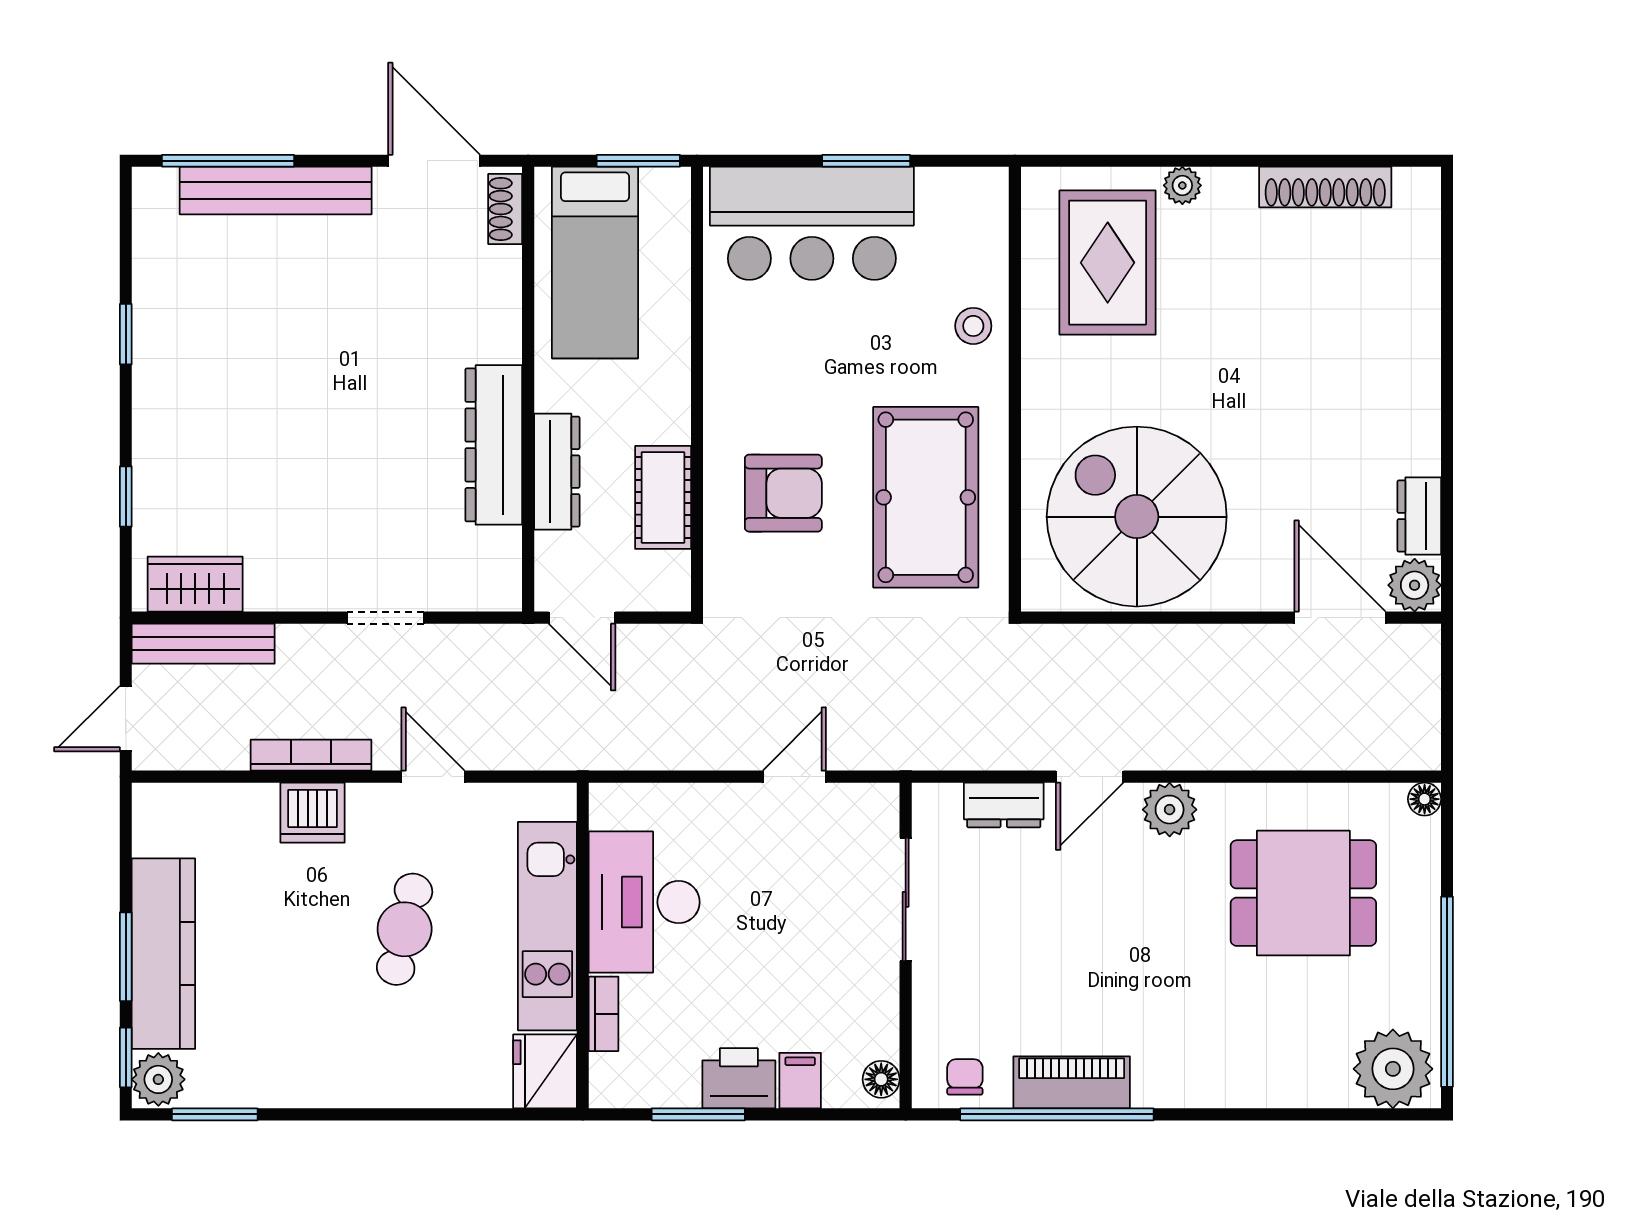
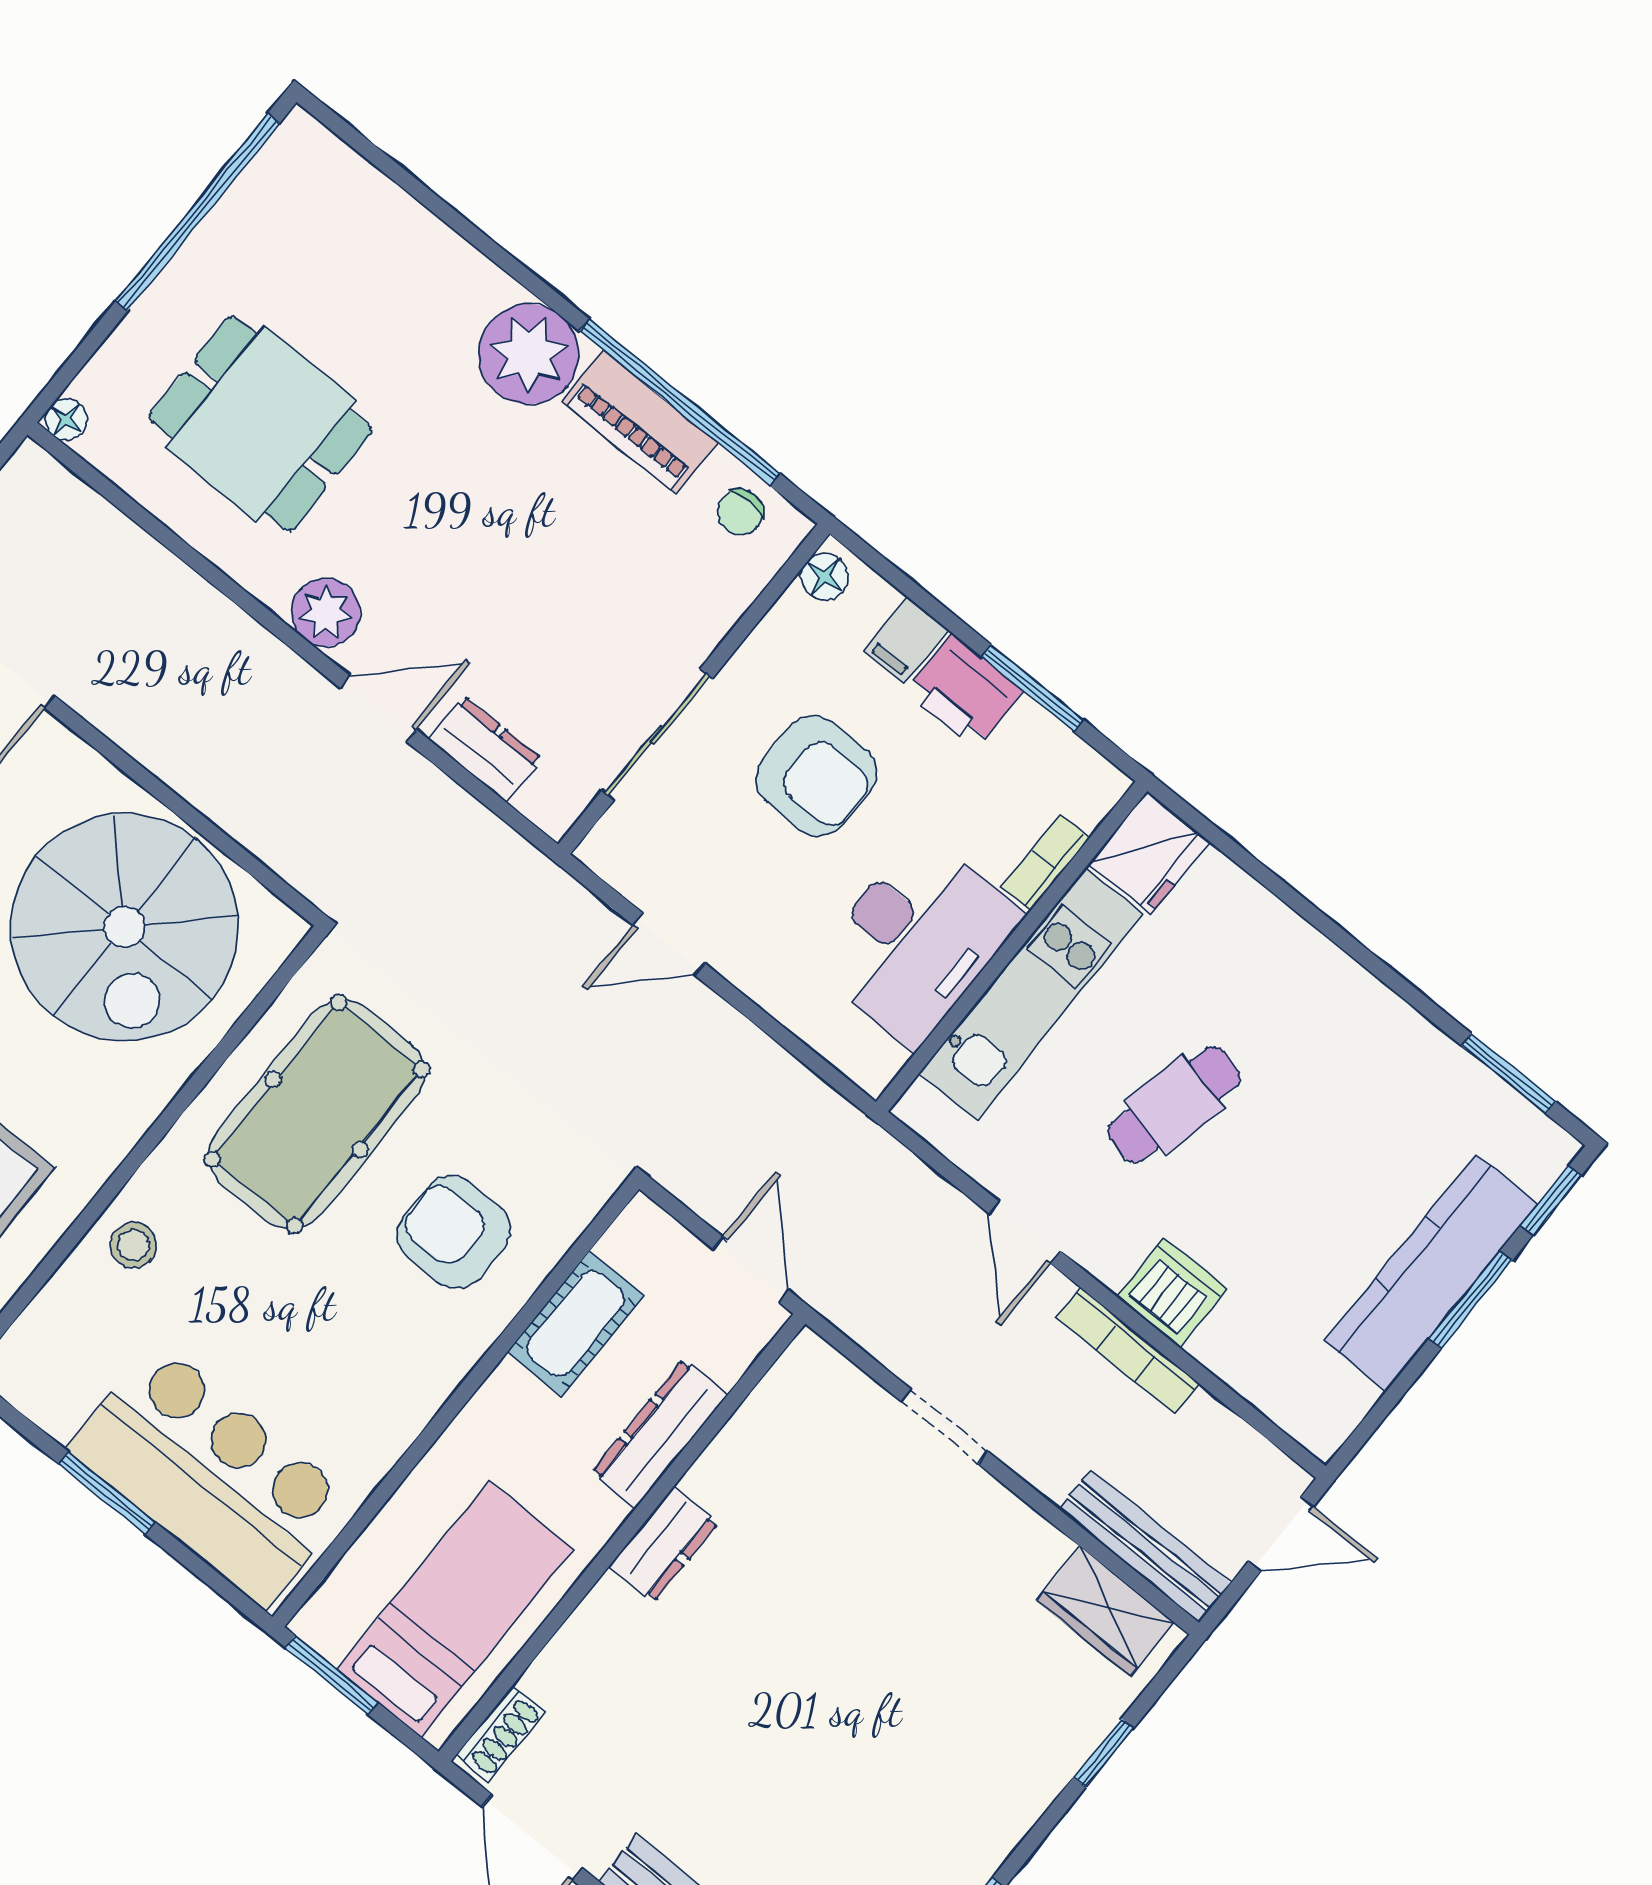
dresser: (494, 445) -> (664, 1544), width x0.51, depth x0.80
armchair: (788, 953) -> (816, 776), added
plant: (1393, 1069) -> (528, 354), moved
plant: (158, 1079) -> (1536, 1153), removed

